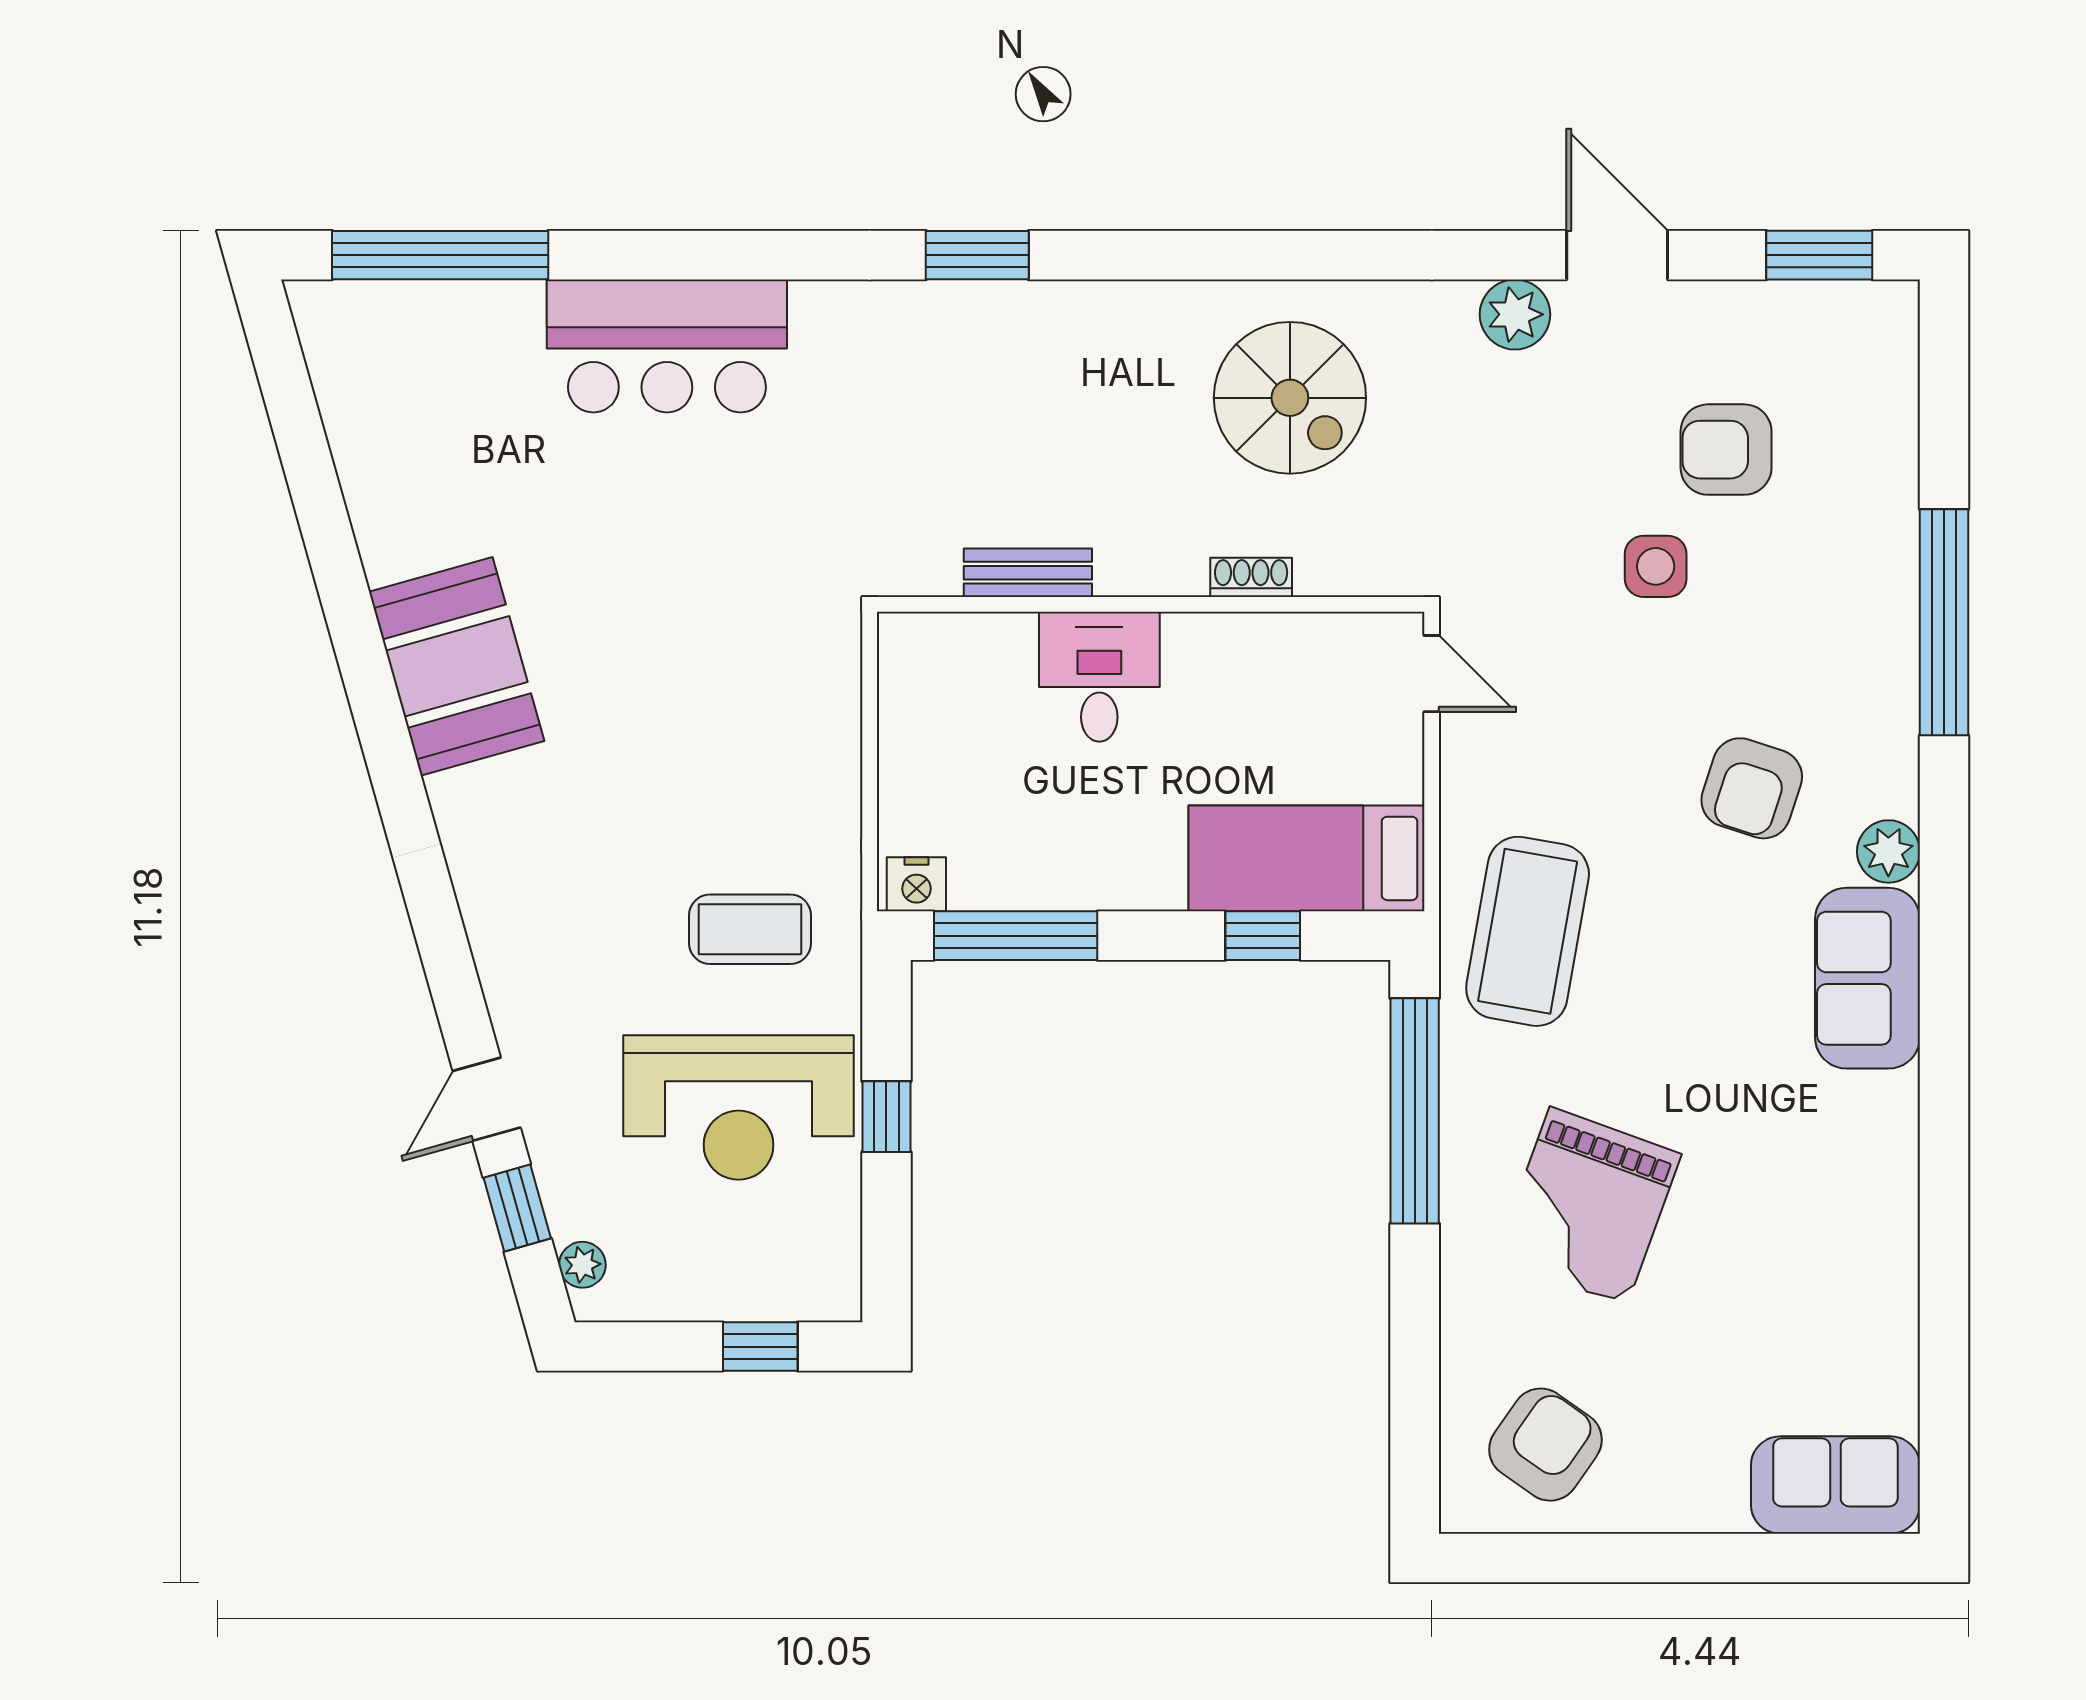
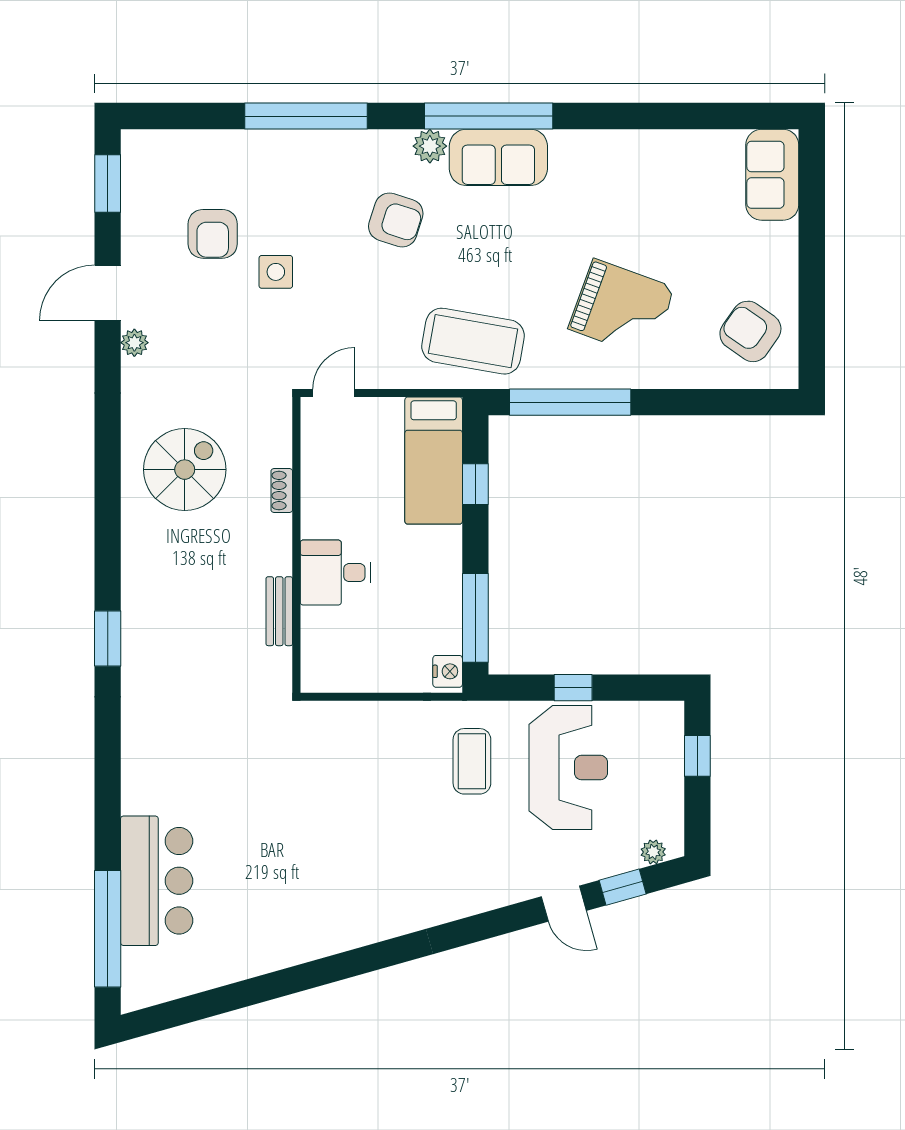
plant: (1515, 314) -> (134, 343), width x0.73, depth x0.73
bar counter: (667, 346) -> (157, 881), moved
booth: (457, 666) -> (330, 920), removed
window: (1944, 960) -> (489, 116), added

